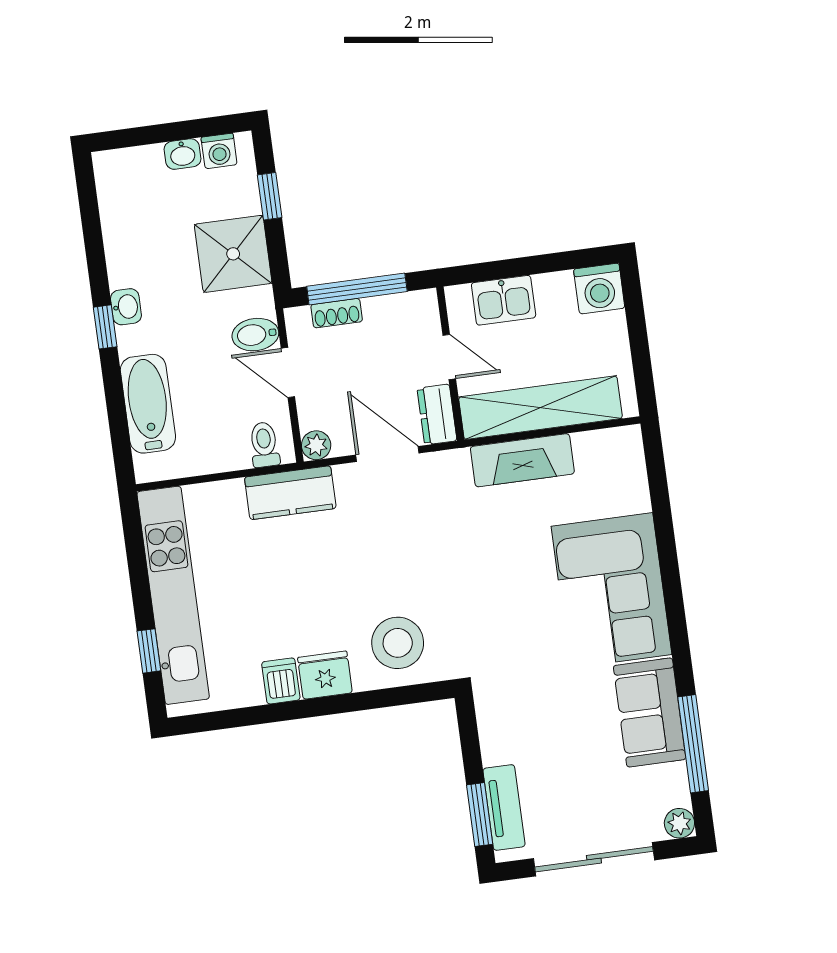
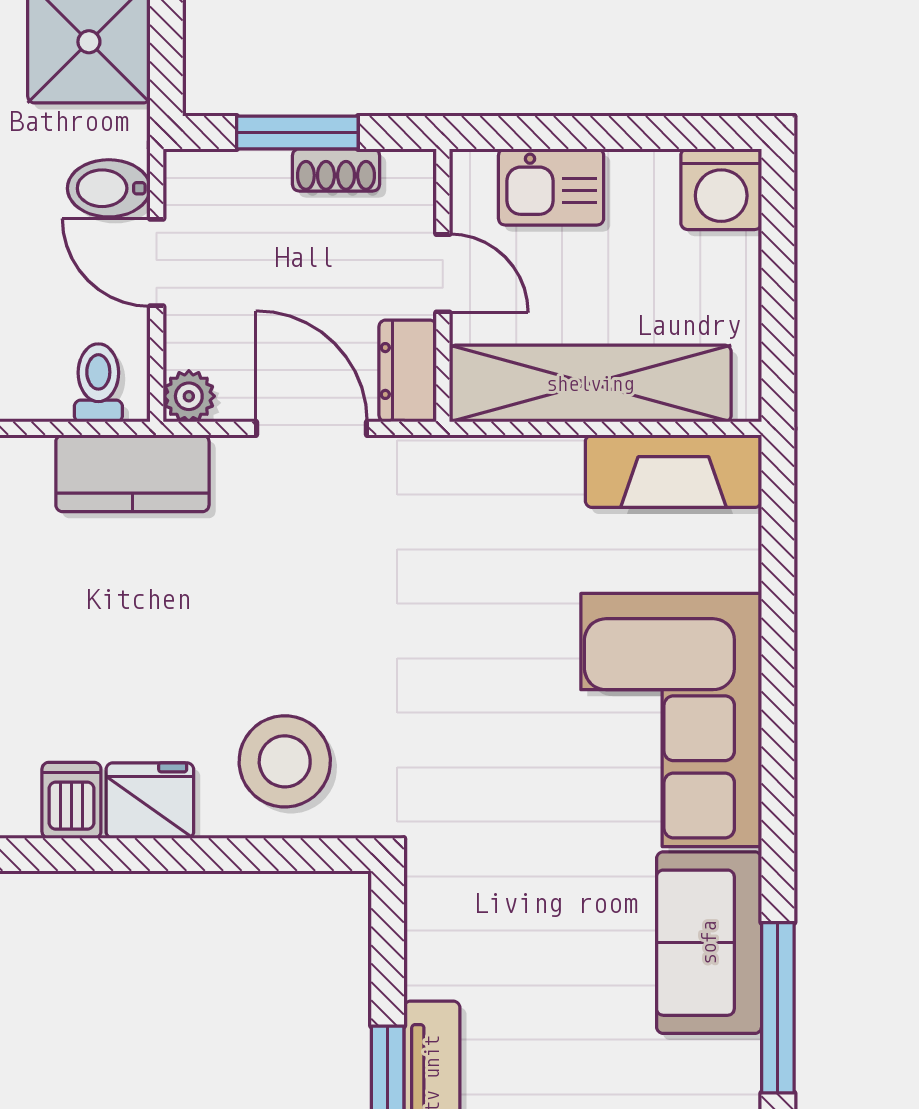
window: (357, 289) -> (297, 133), width x0.69
shoe rack: (337, 313) -> (336, 170), moved
fireplace: (522, 460) -> (673, 471), moved

